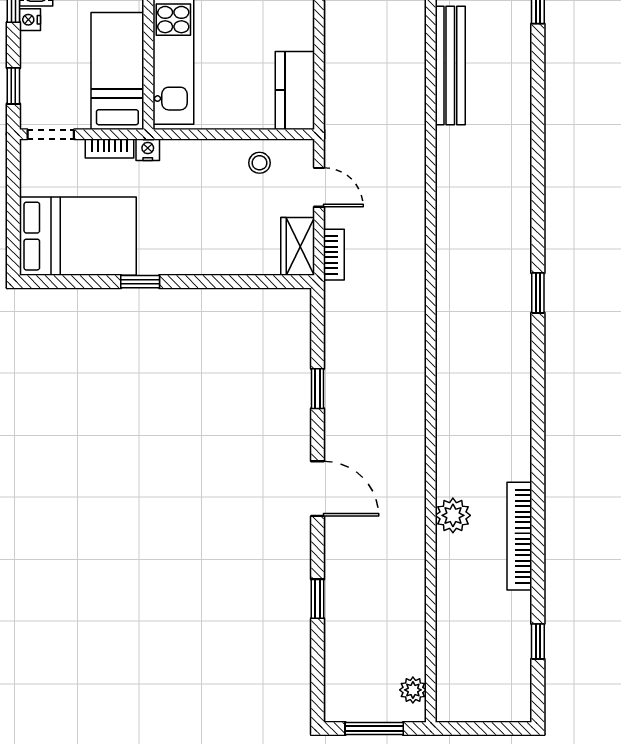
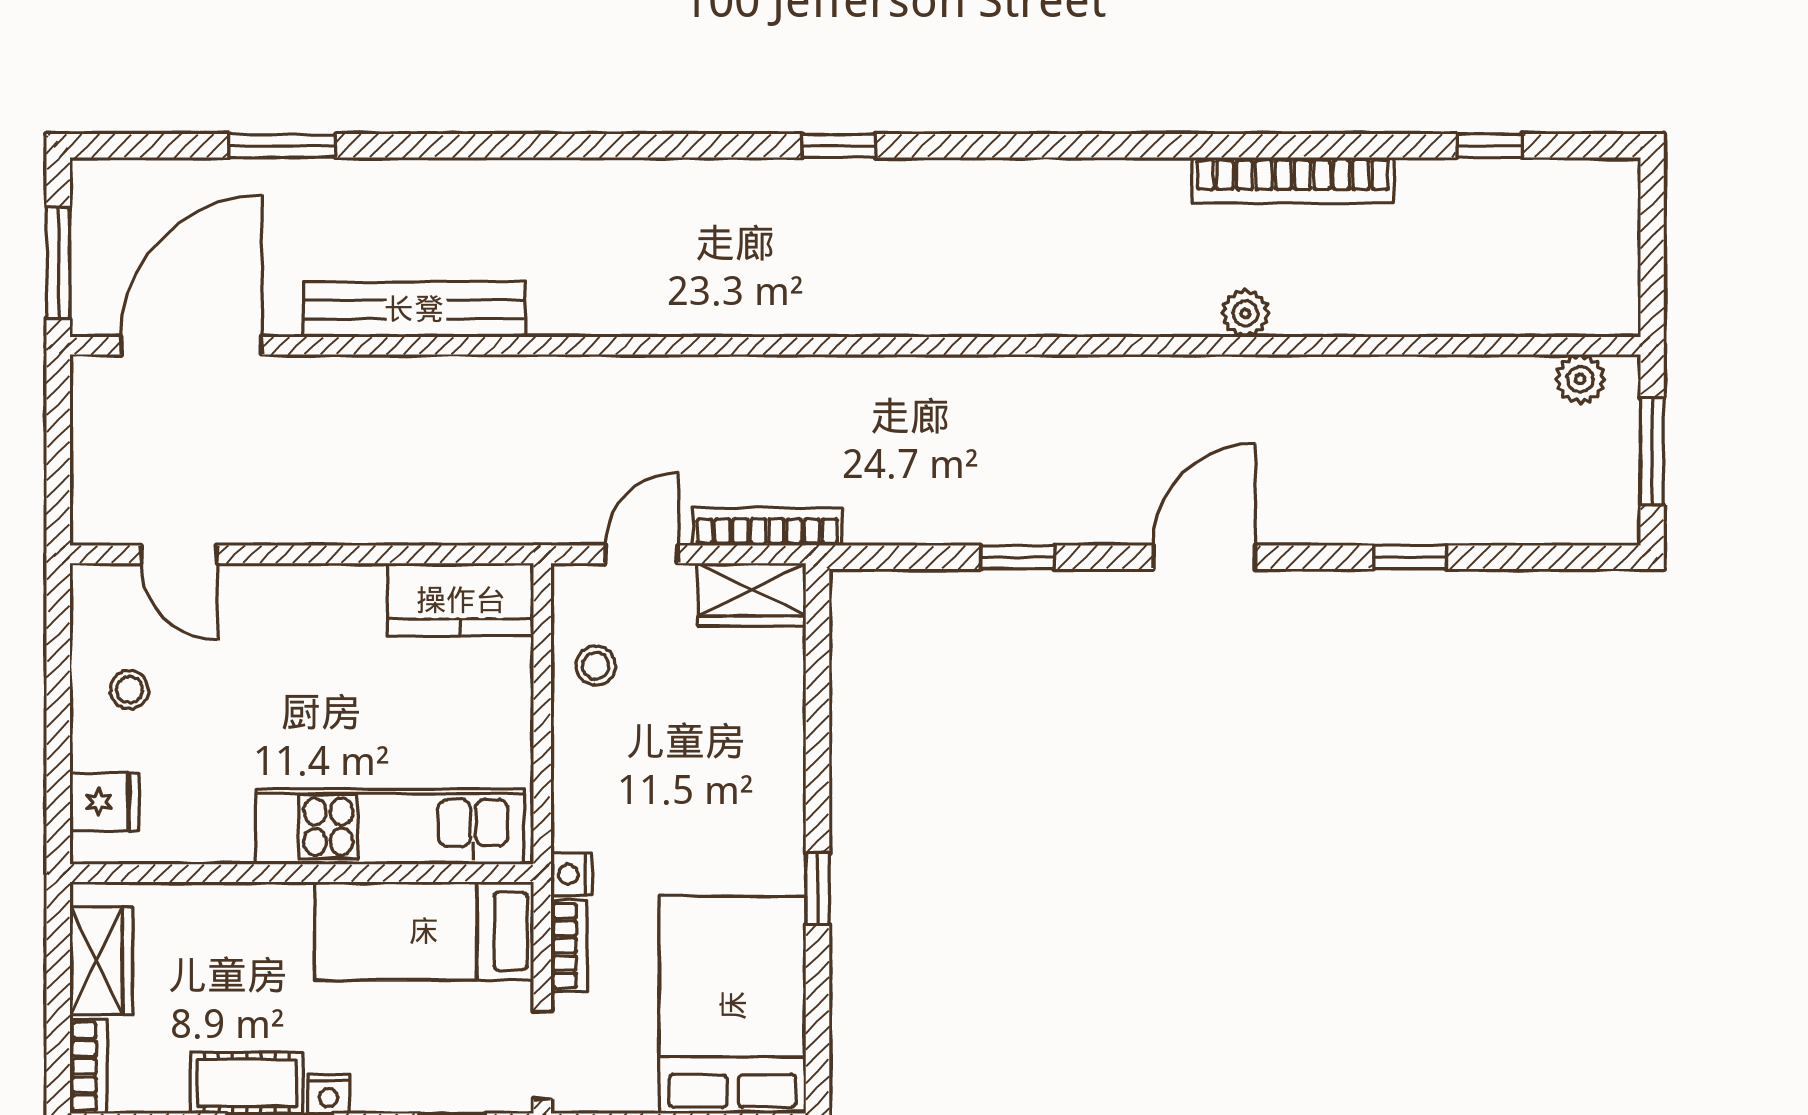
bookcase: (334, 255) -> (767, 527), width x1.56
plant: (453, 515) -> (1245, 313), width x0.73, depth x0.73

